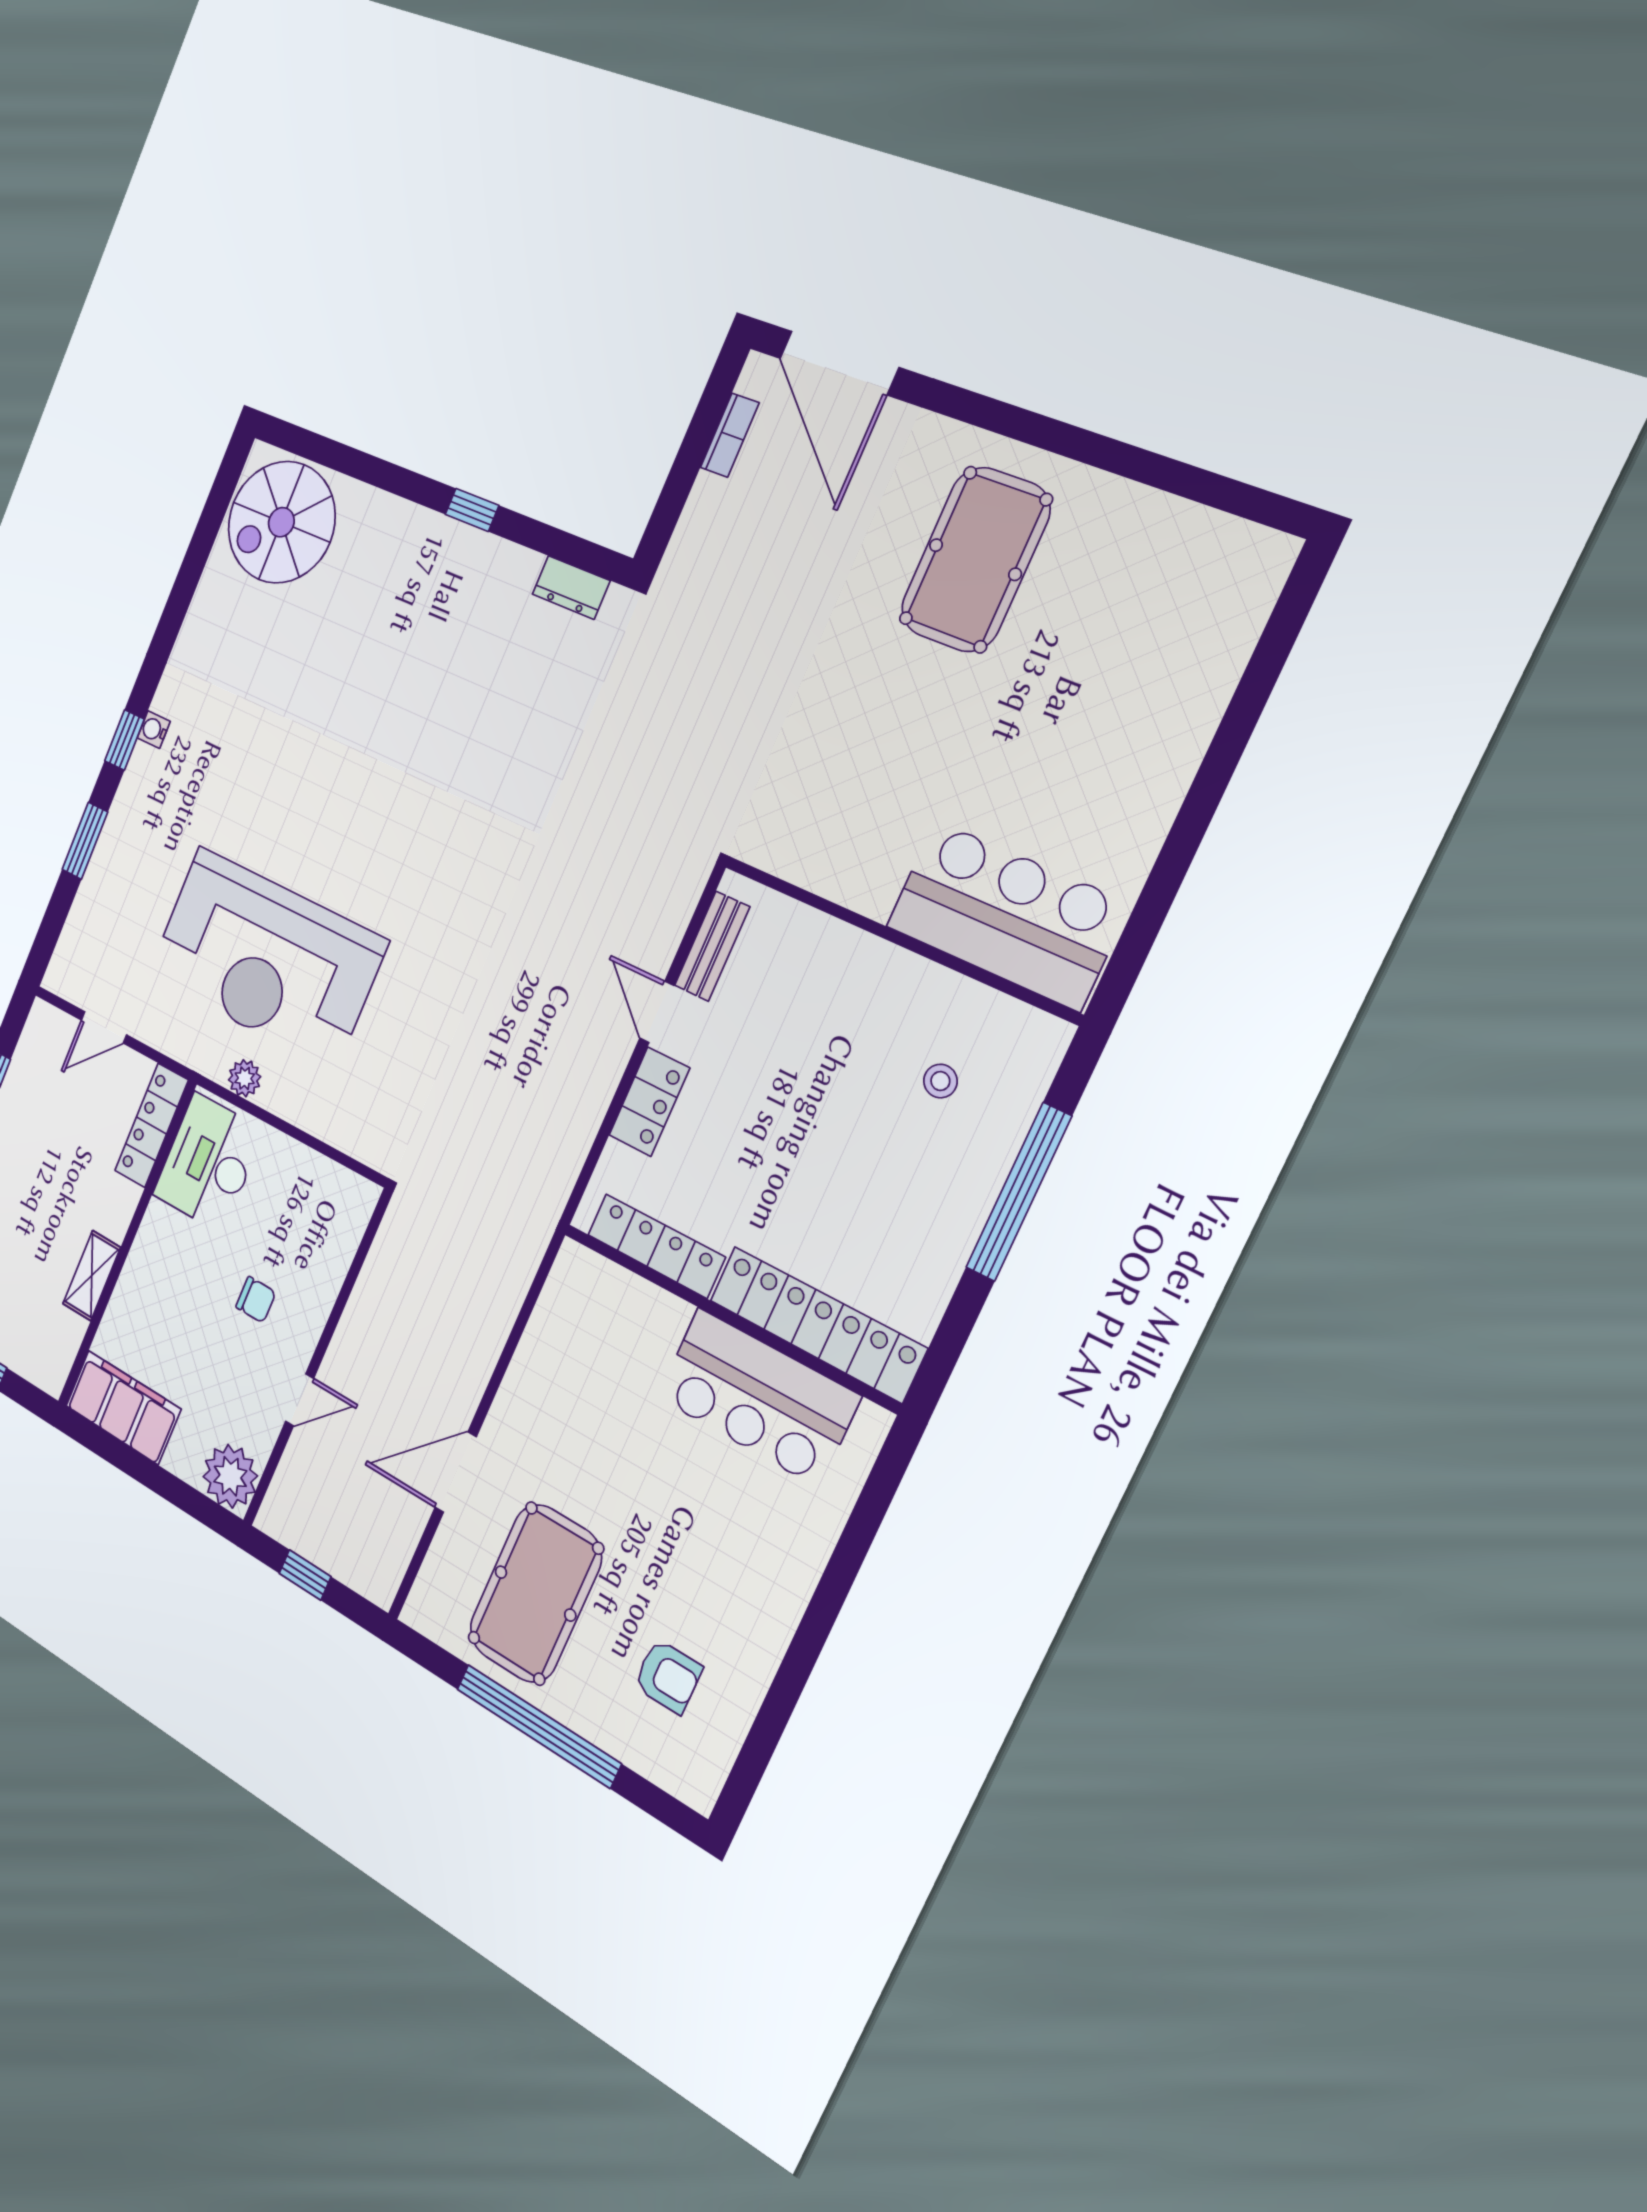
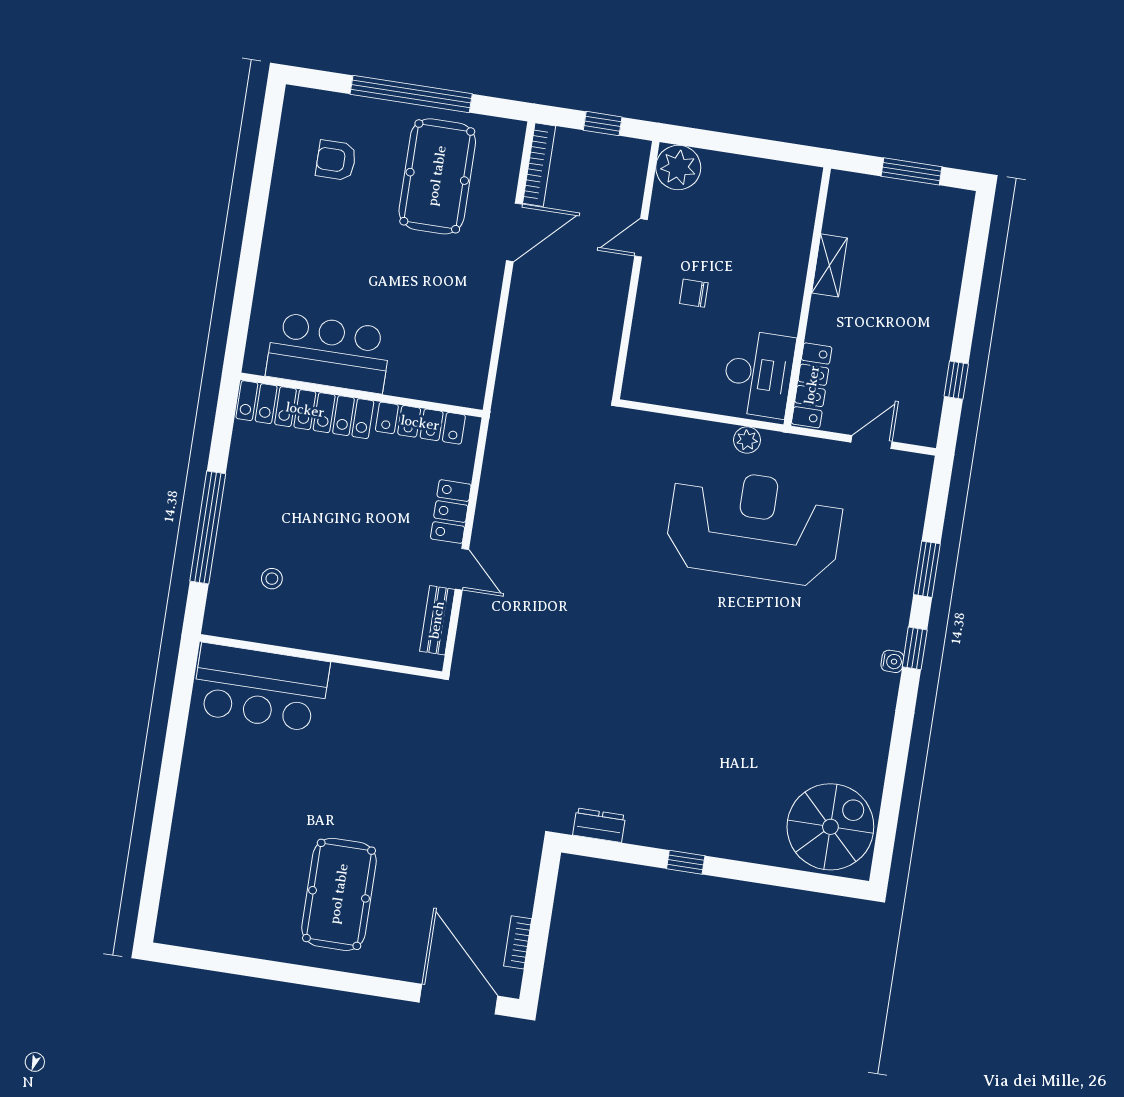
filing cabinet: (123, 1407) -> (777, 183), removed
bookcase: (399, 1553) -> (539, 165), added

